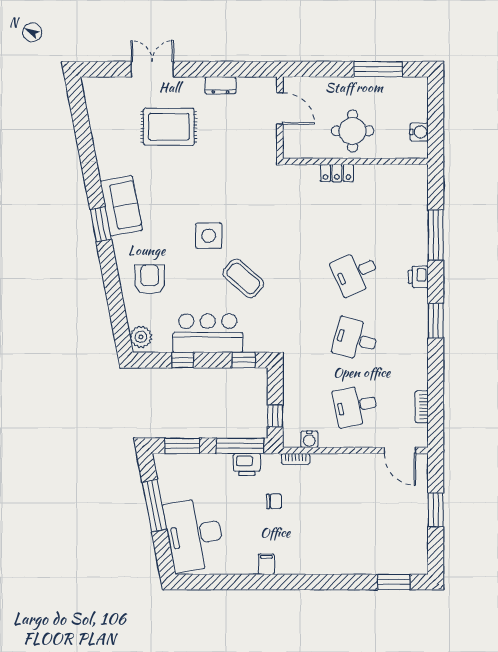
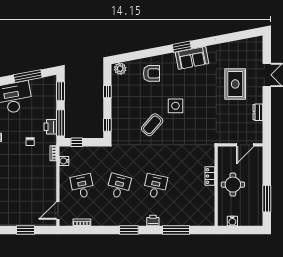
desk: (355, 273) -> (155, 186), turned 36
bar counter: (208, 333) -> (122, 105), removed

